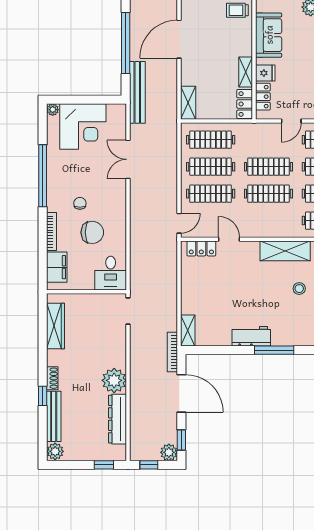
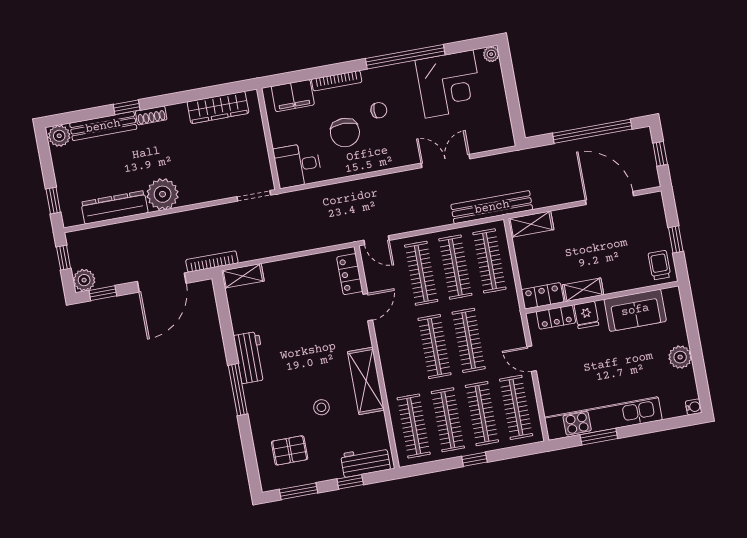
bench: (137, 92) -> (492, 207), moved
corner desk: (83, 127) -> (449, 84), moved, turned -90

